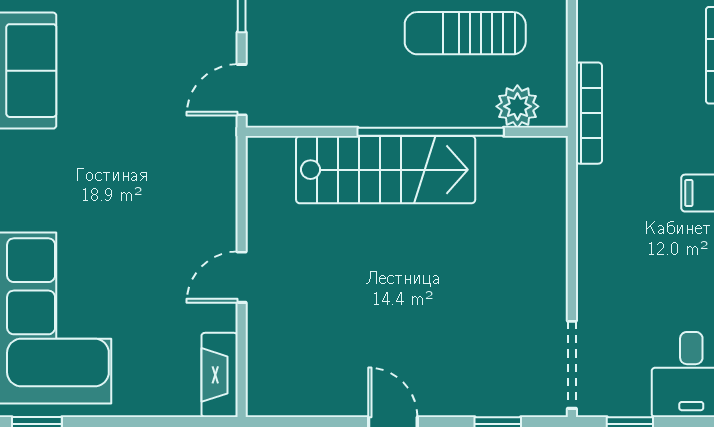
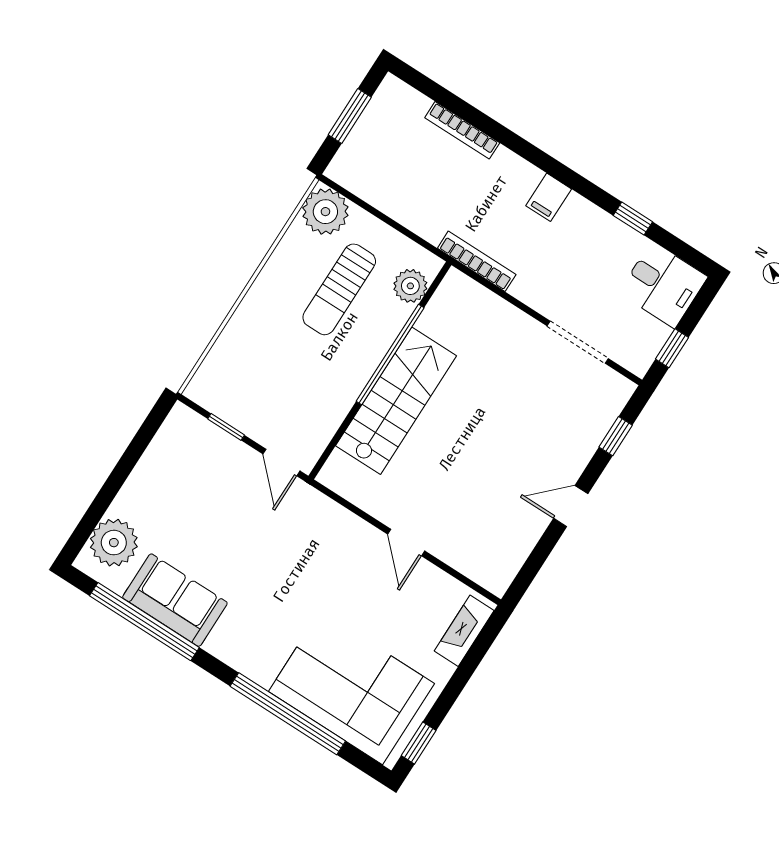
bookcase: (589, 113) -> (477, 261), moved
doorway: (572, 365) -> (578, 342), moved
fireplace: (220, 375) -> (464, 631), moved, turned 90

